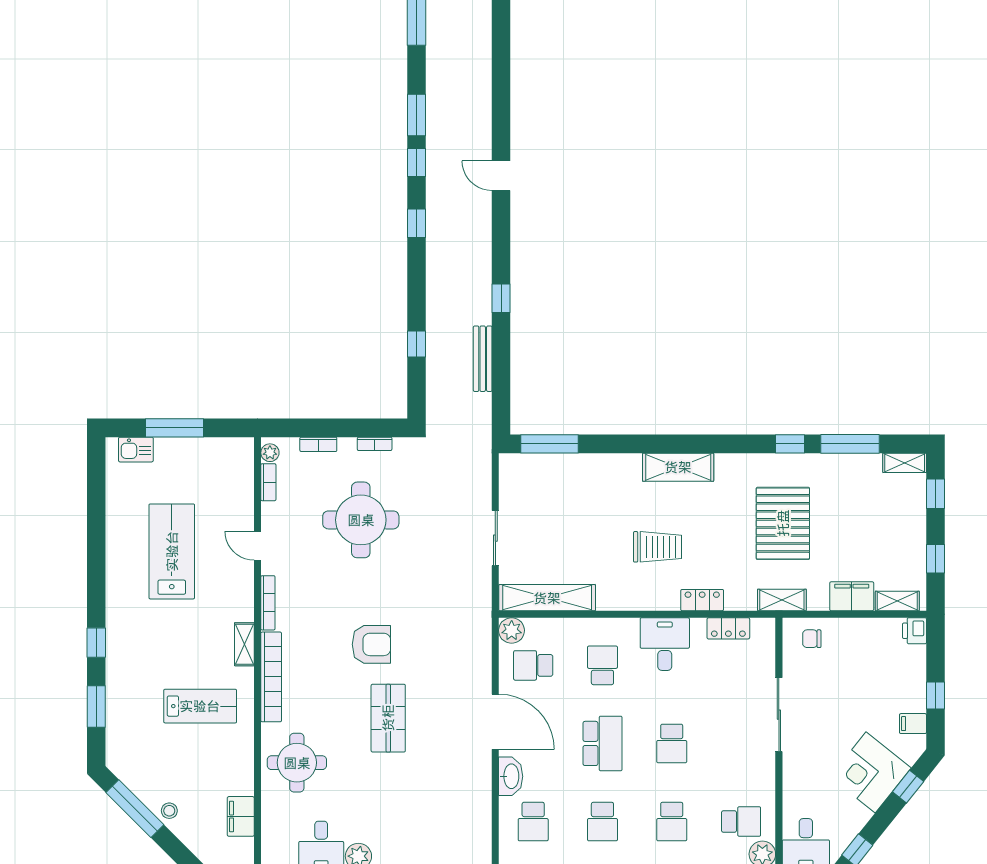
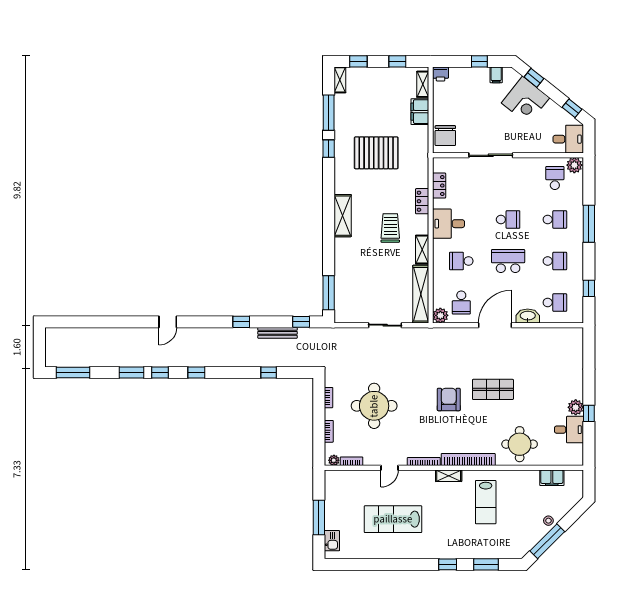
window: (501, 398) -> (301, 322), added
shelving: (782, 600) -> (422, 250), moved
chair: (812, 639) -> (445, 136), width x1.87, depth x1.87
lab bench: (200, 706) -> (486, 502), turned 180

